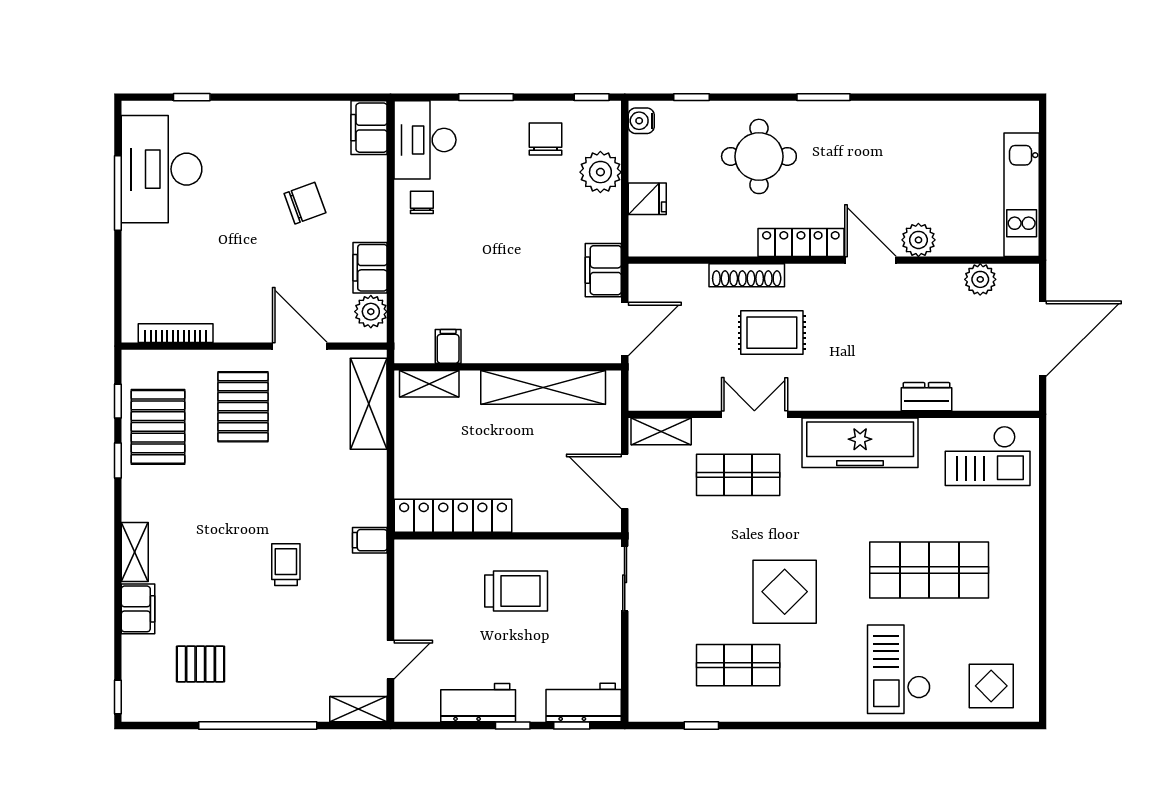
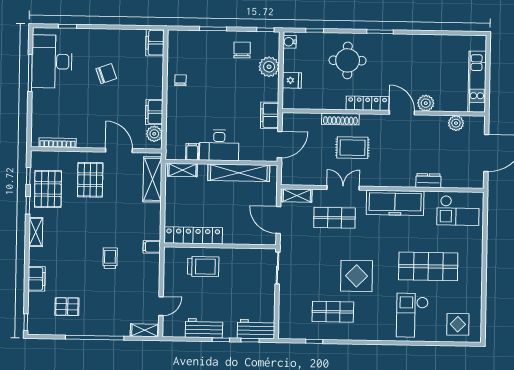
desk: (425, 140) -> (219, 145), moved, turned -90
chair: (305, 203) -> (106, 74), moved
shelving: (135, 552) -> (36, 232), moved
trolley: (516, 591) -> (203, 266), moved

